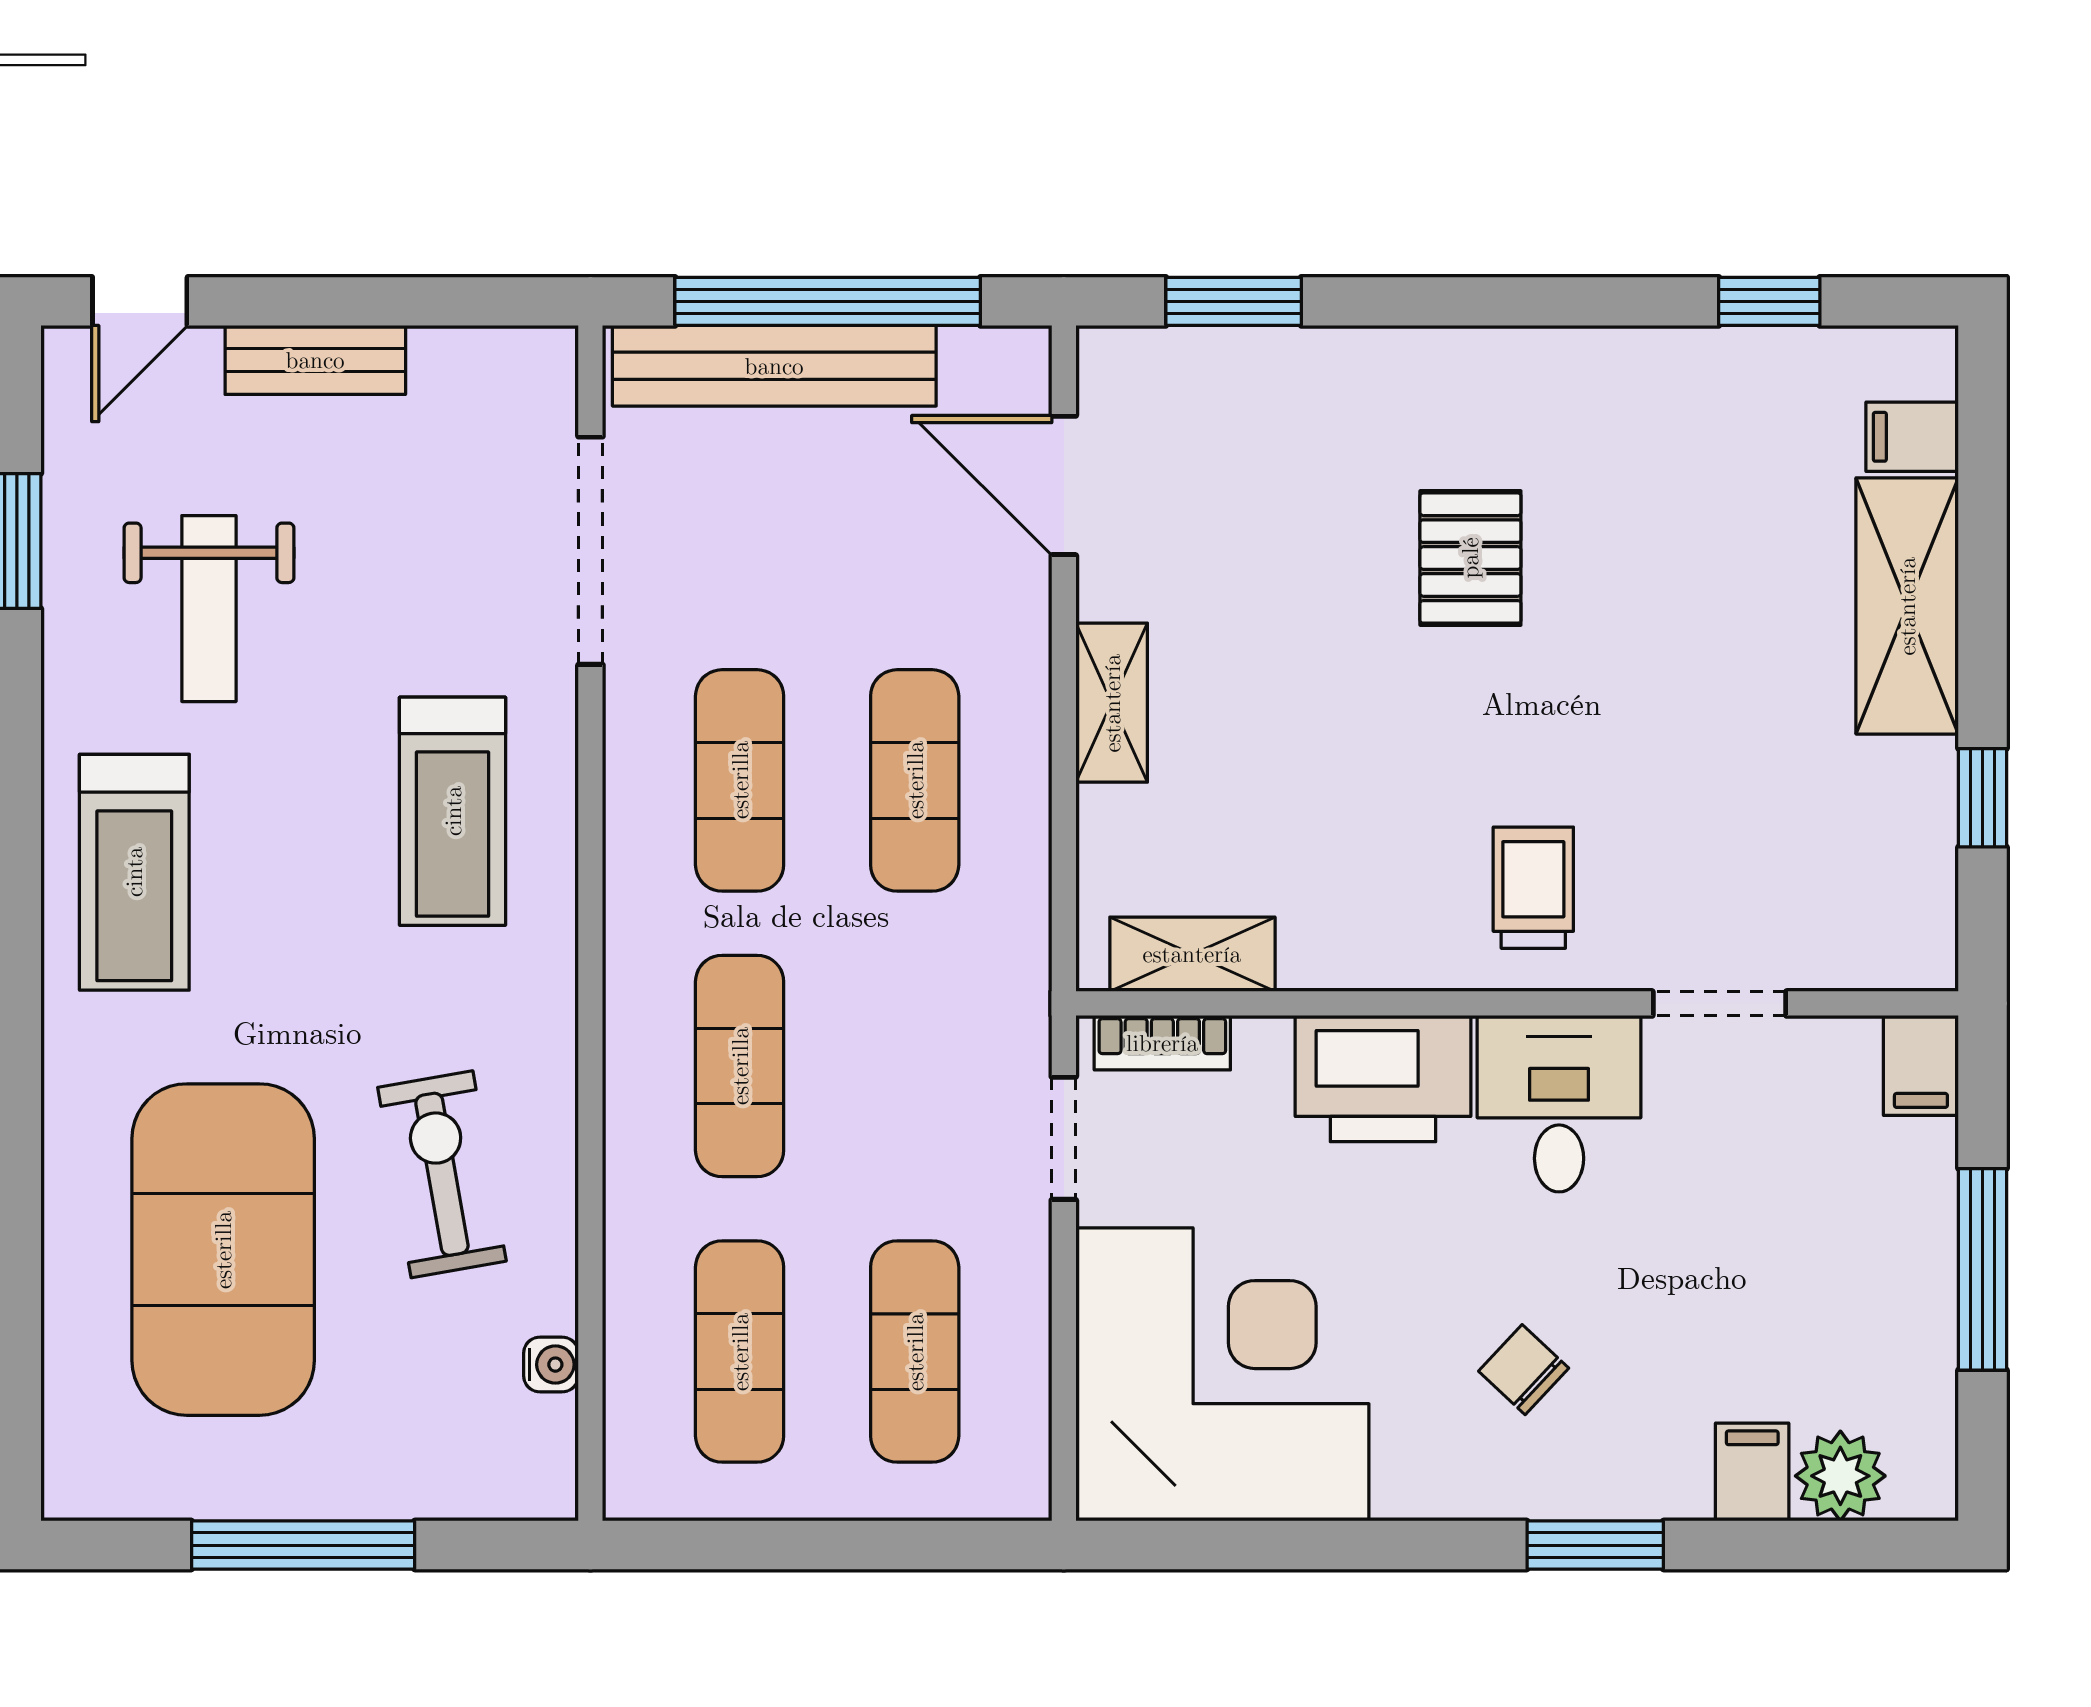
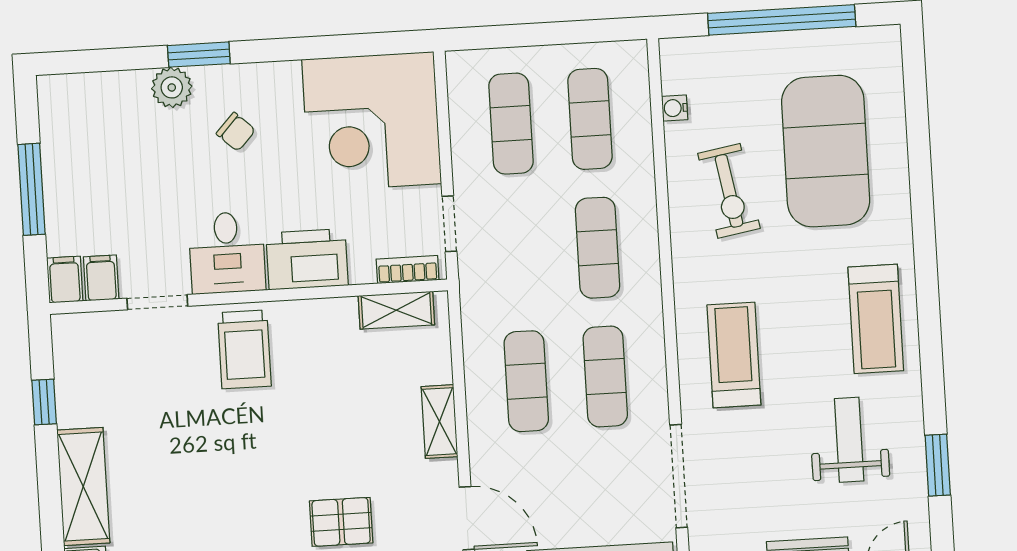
pallet: (1470, 558) -> (341, 522), moved, turned 90
treadmill: (134, 872) -> (876, 319), turned 180
trolley: (1533, 888) -> (244, 349), width x1.36, depth x1.39
filing cabinet: (1752, 1472) -> (101, 278), moved, turned 180
plant: (1840, 1476) -> (172, 87), moved
window: (303, 1545) -> (782, 20), width x1.46

